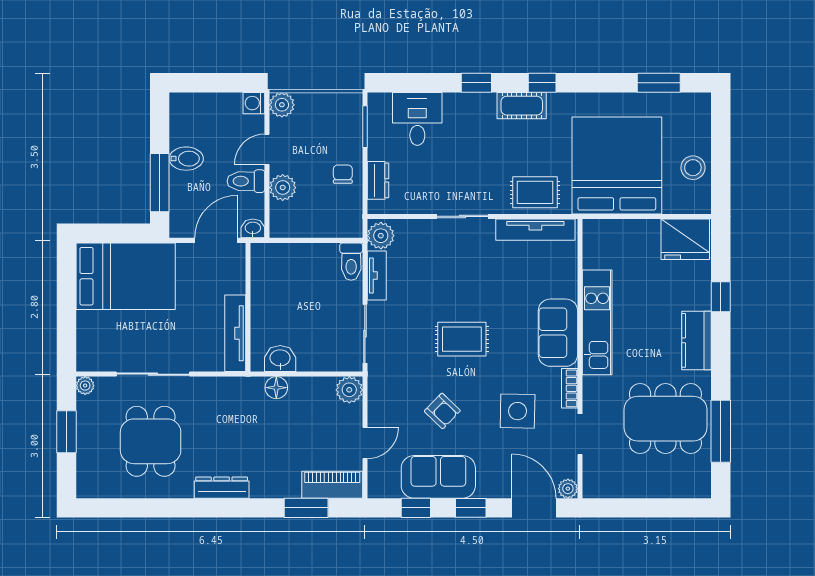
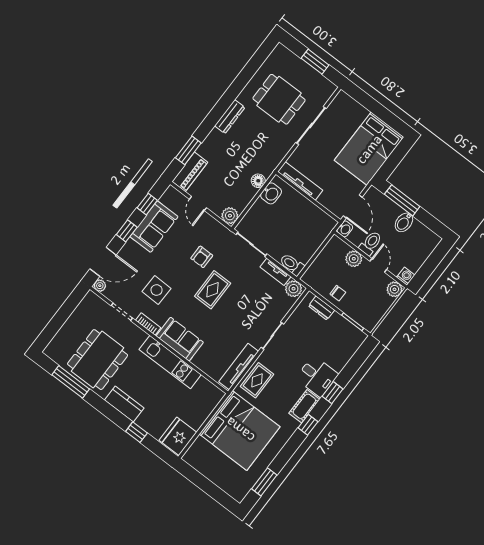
desk: (417, 119) -> (317, 376), moved
stool: (693, 168) -> (210, 467), removed
plant: (85, 386) -> (331, 88), removed
armchair: (442, 411) -> (202, 257), moved, turned -44

